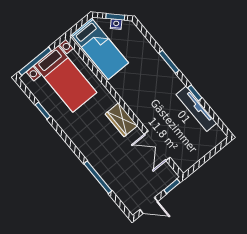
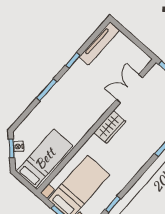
tv unit: (196, 109) -> (99, 43), moved
double door: (157, 146) -> (130, 89), swing flipped

